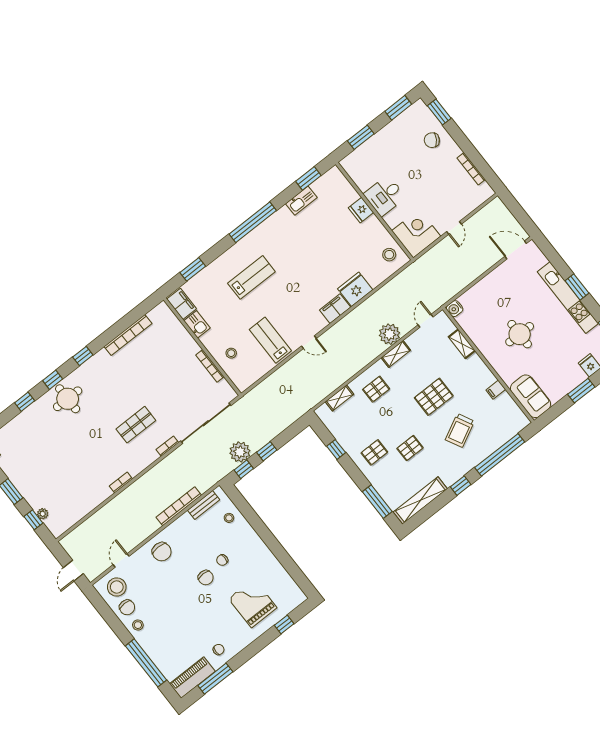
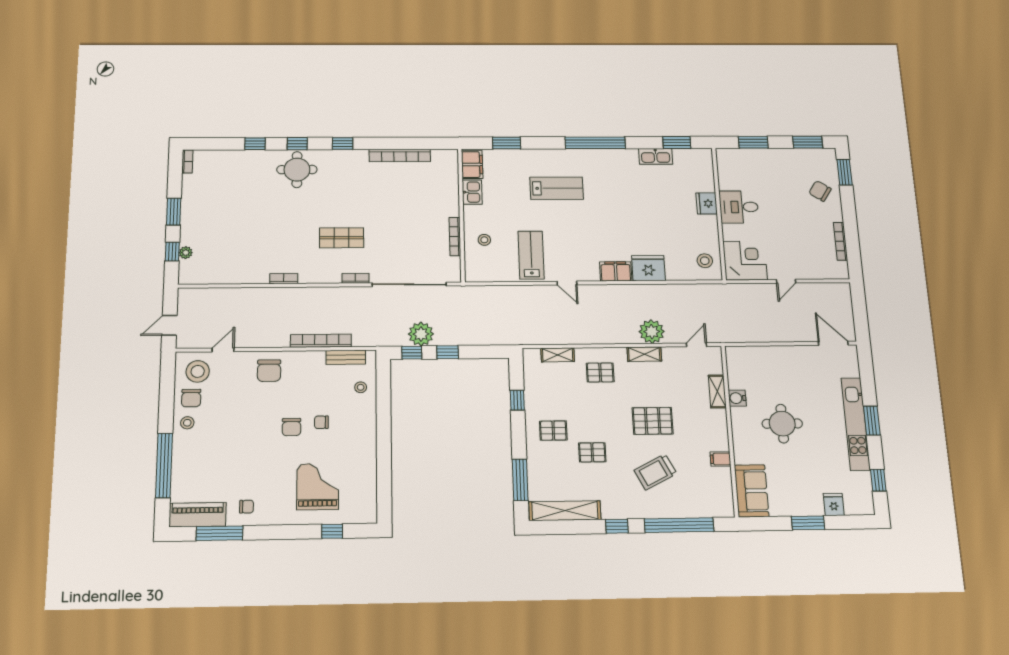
water cooler: (455, 309) -> (737, 398), moved

